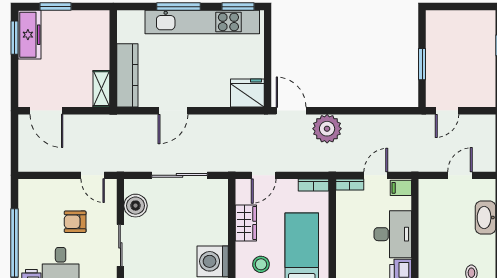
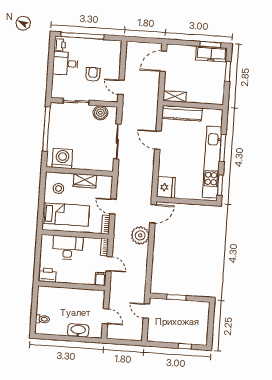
door: (93, 175) -> (121, 87), hinge flipped
door: (264, 175) -> (113, 207), moved
desk: (393, 234) -> (68, 248), moved, turned 180

